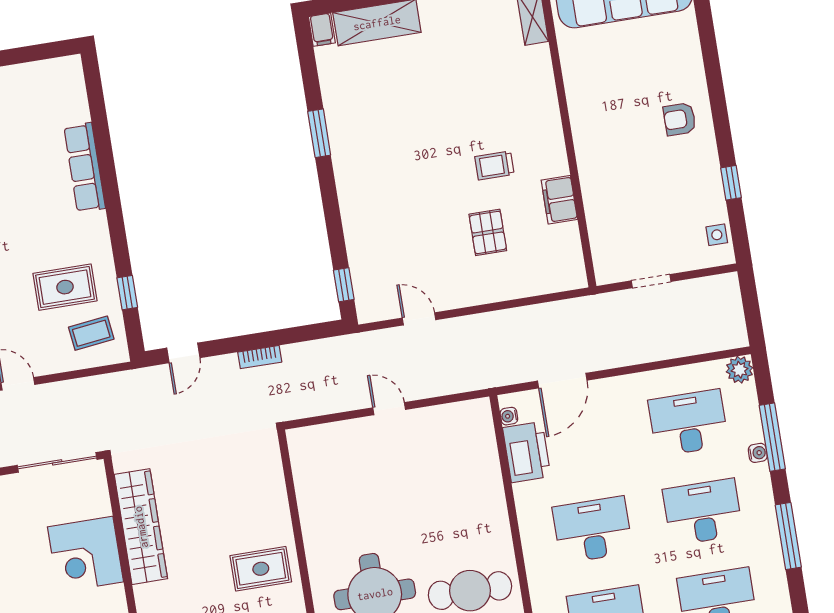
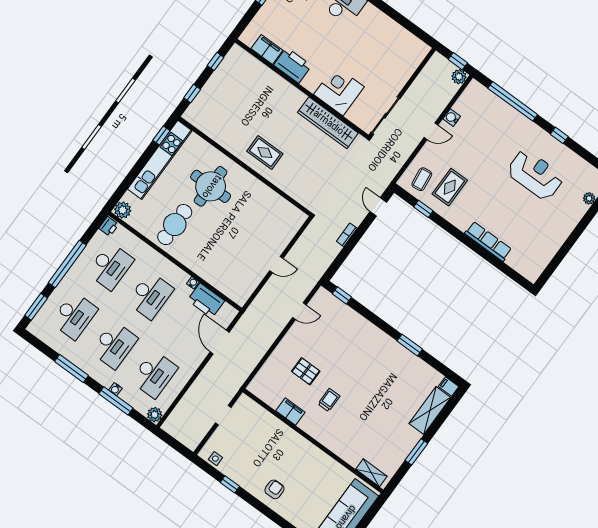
water cooler: (509, 416) -> (193, 283), moved
rug: (261, 569) -> (265, 152), turned 90

